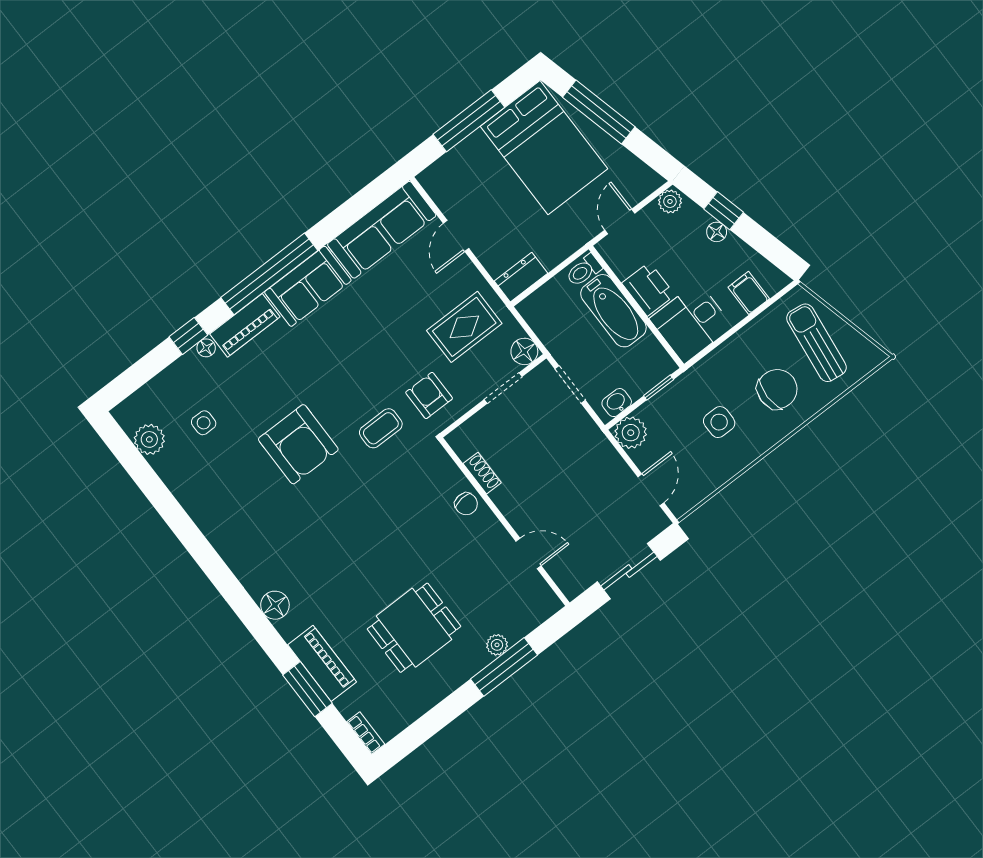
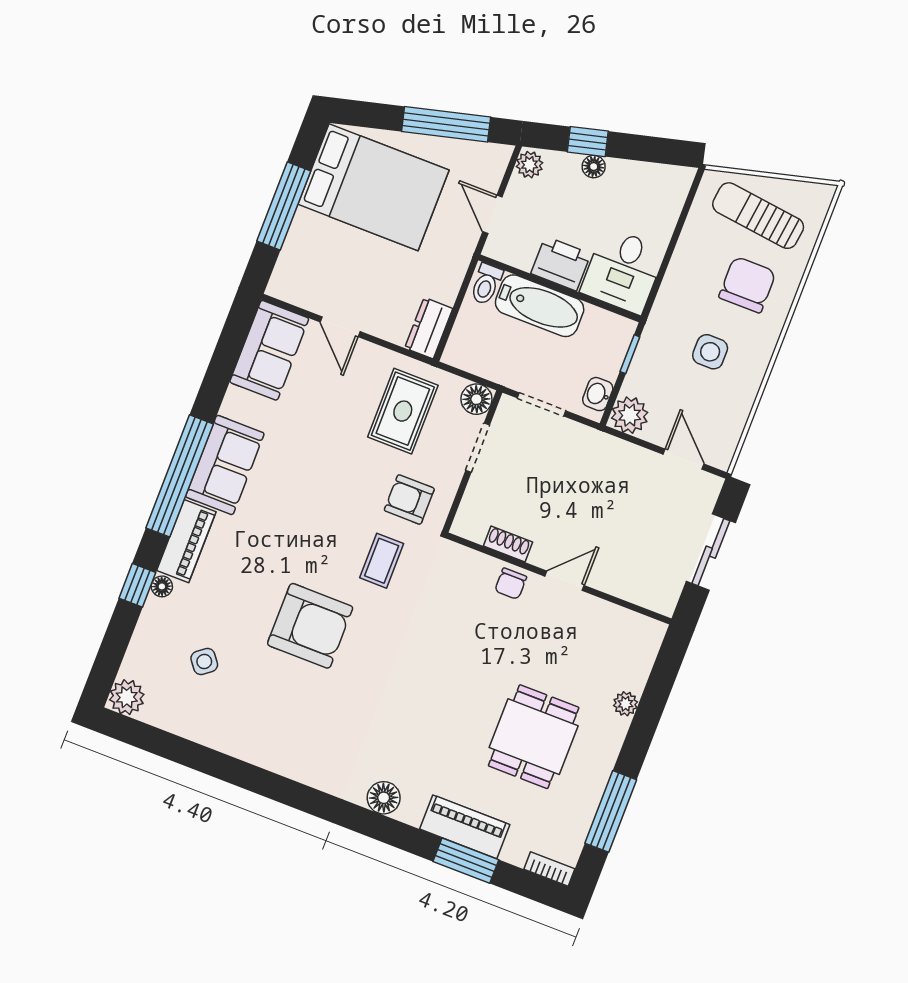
window: (599, 112) -> (446, 124), moved
sofa: (382, 230) -> (269, 350), width x0.73
filing cabinet: (749, 293) -> (662, 207), removed
side table: (204, 423) -> (204, 661), turned -38
plant: (149, 439) -> (127, 697), moved
chair: (466, 504) -> (511, 584), turned 96
door: (528, 553) -> (565, 581), moved
window: (504, 667) -> (611, 811), moved

